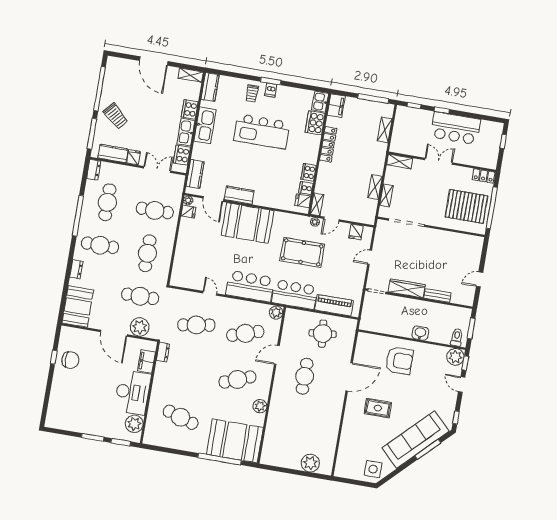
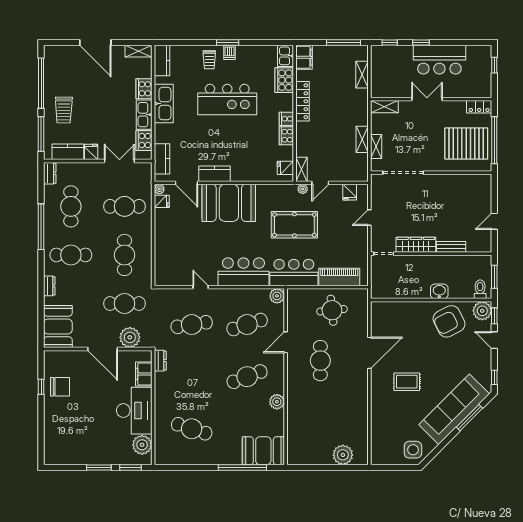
trolley: (116, 116) -> (64, 110), turned 50
cooker: (306, 188) -> (286, 119), moved
armchair: (399, 361) -> (449, 321), moved, turned 153
booth: (235, 441) -> (263, 451), width x0.73, depth x0.70

